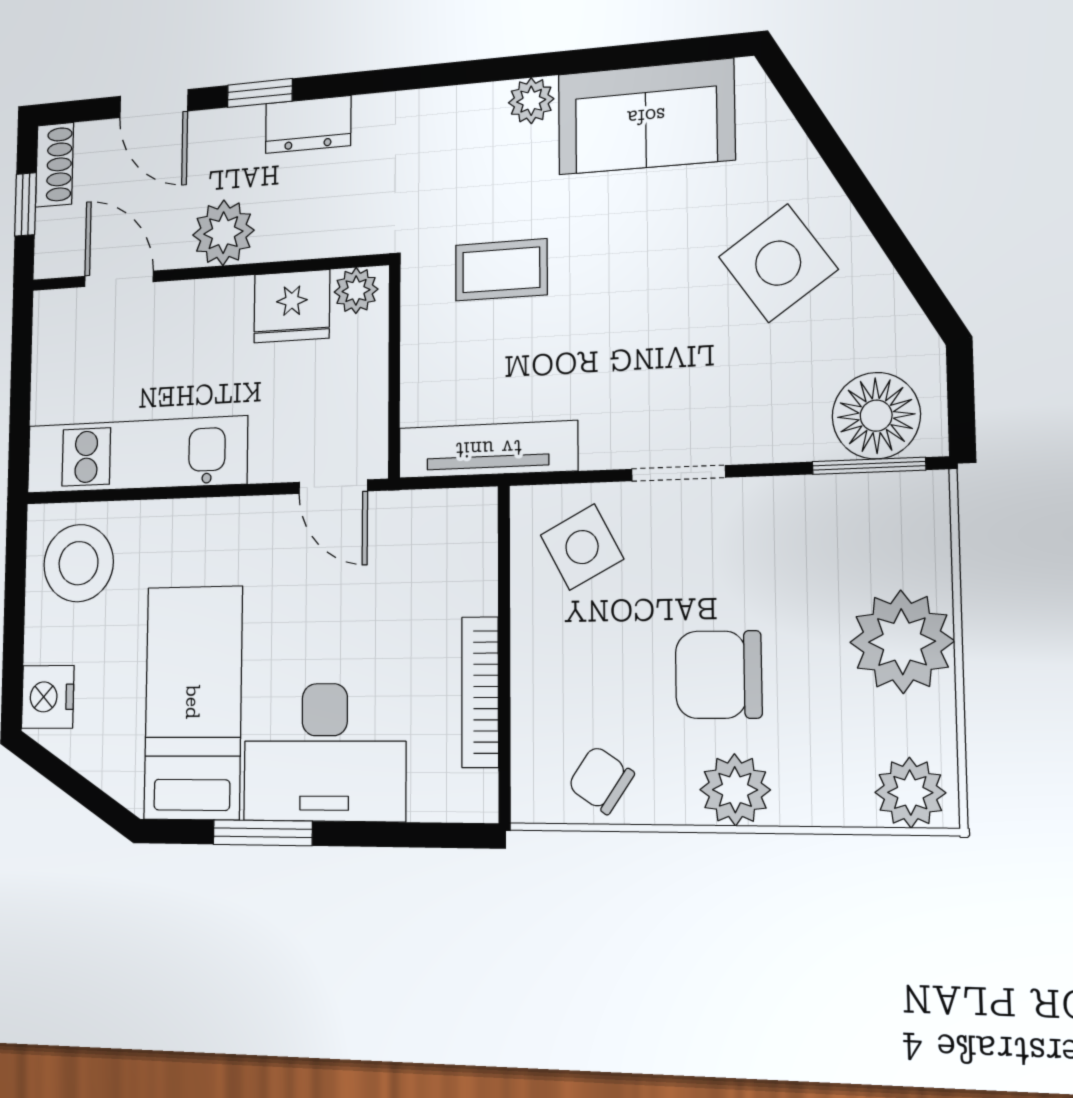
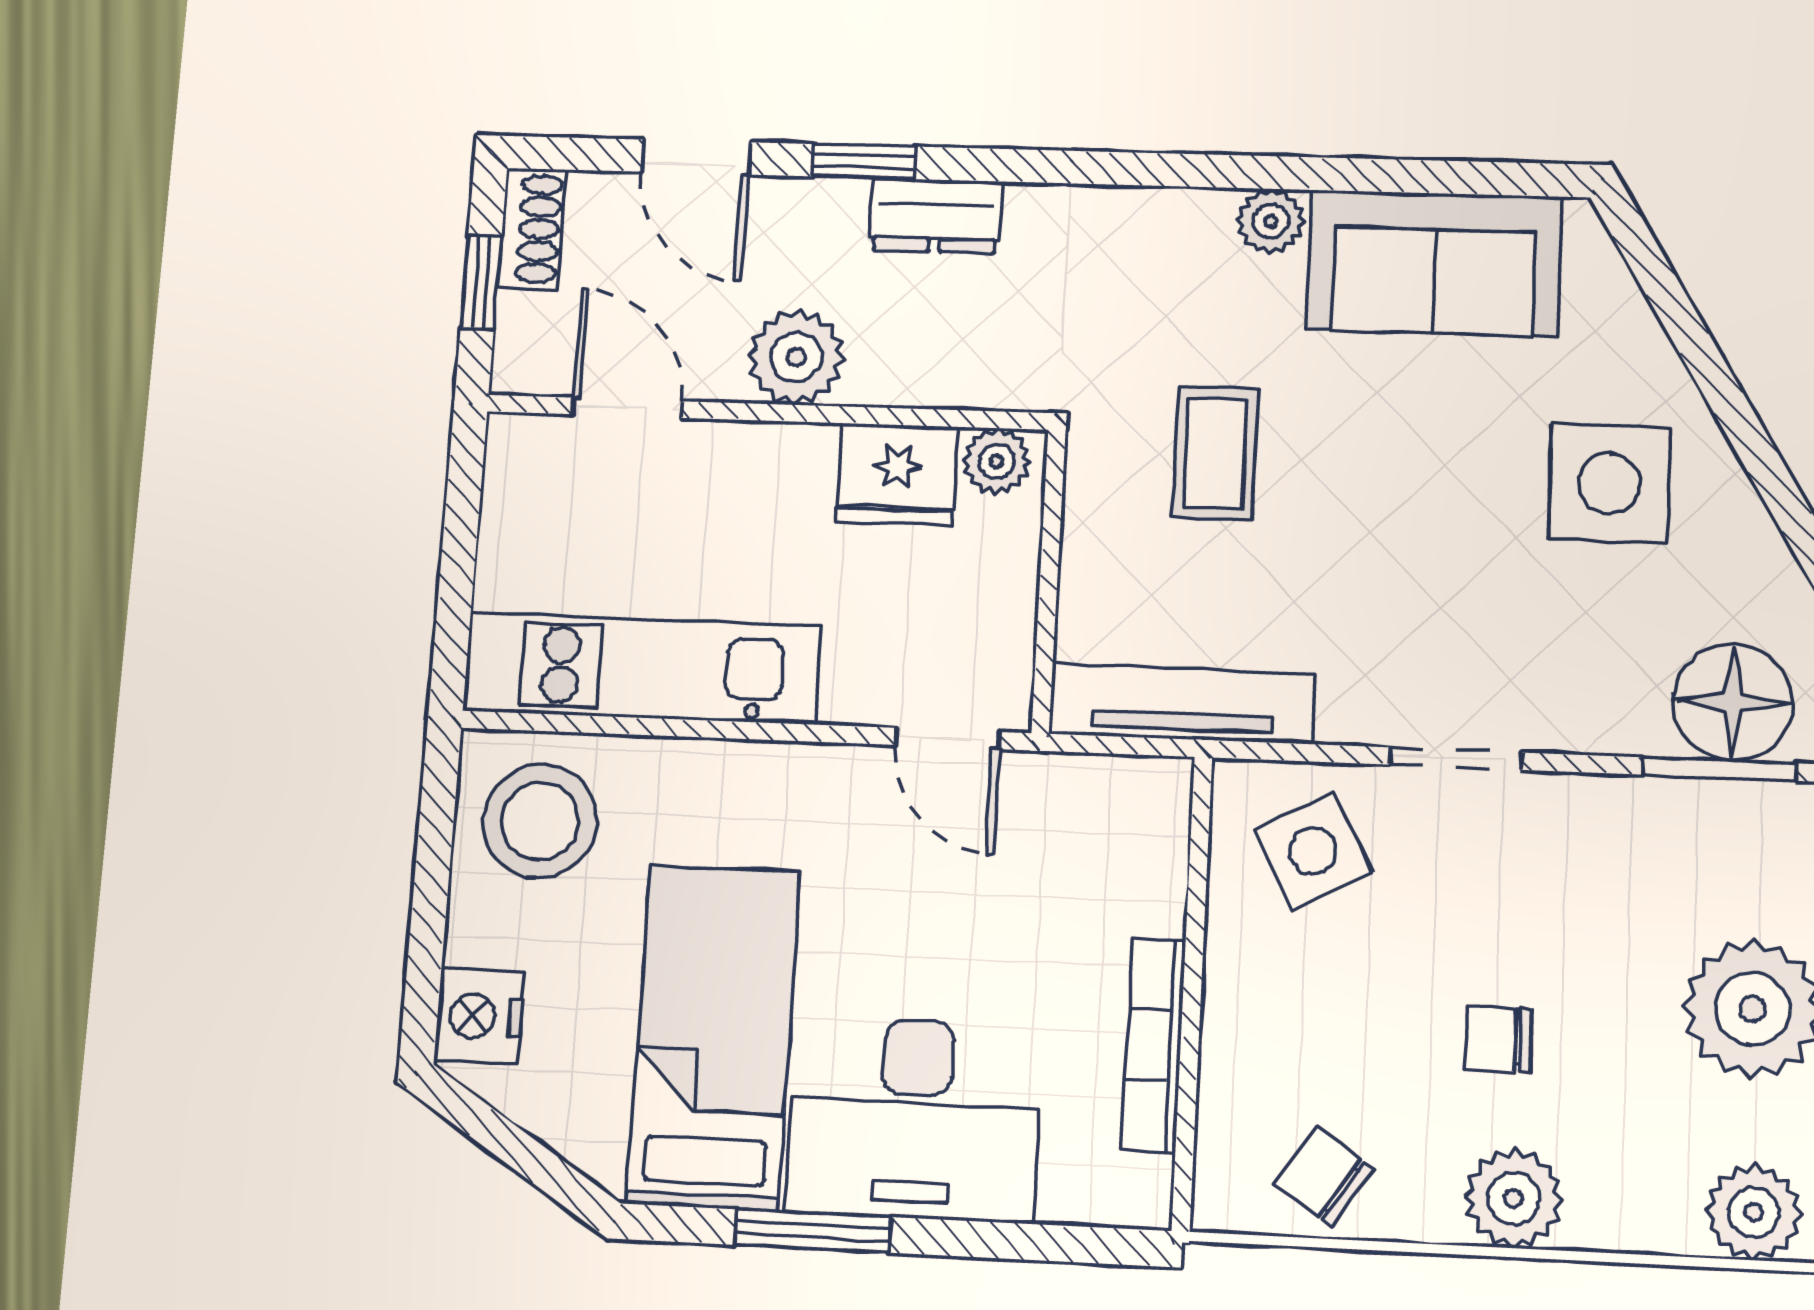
side table: (778, 263) -> (1609, 483), turned 35
coffee table: (501, 270) -> (1215, 453), turned 90
chair: (719, 675) -> (1498, 1039), width x0.54, depth x0.54

